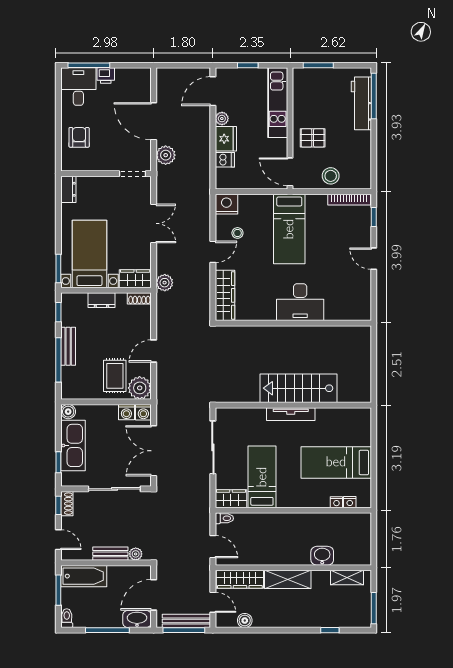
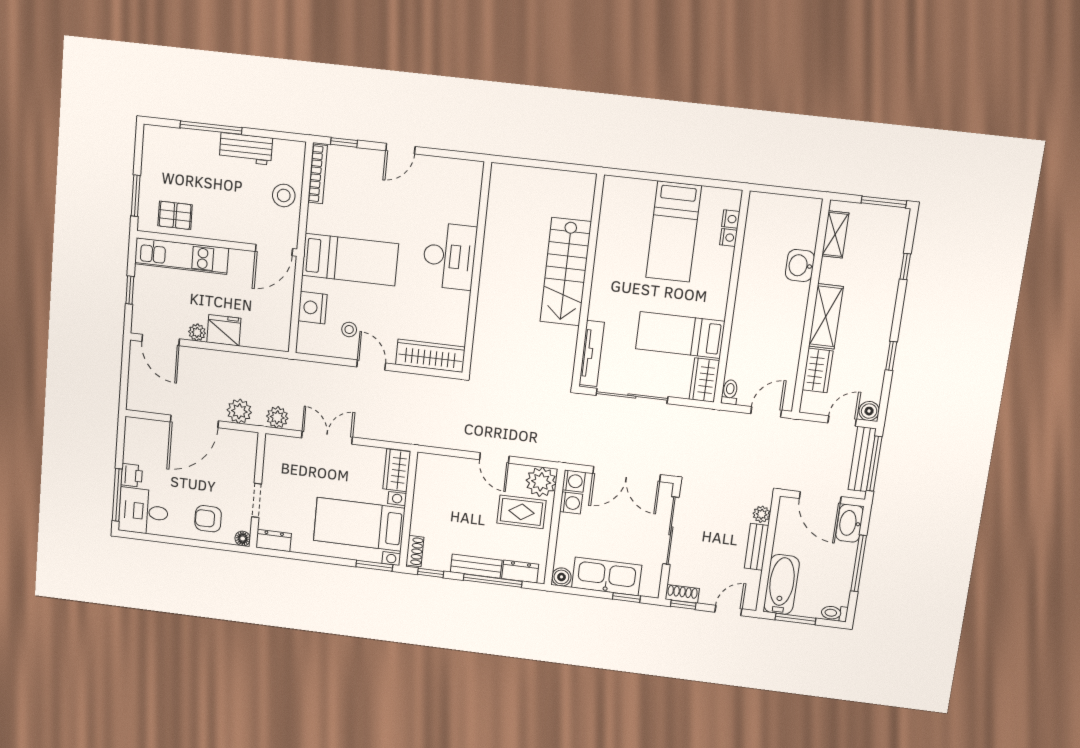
window: (374, 96) -> (211, 128), moved
workbench: (361, 103) -> (246, 149), moved, width x0.73
pallet: (313, 138) -> (175, 215), moved, turned 90
dishwasher: (225, 160) -> (251, 335), removed
floor lamp: (67, 165) -> (243, 539), added
doorway: (132, 174) -> (257, 500), moved
nightstand: (226, 204) -> (313, 308), moved
plant: (165, 283) -> (277, 417), moved
shoe rack: (139, 298) -> (415, 551), moved
dresser: (101, 300) -> (520, 571), moved, turned -90
tv unit: (291, 414) -> (592, 354), moved
wardrobe: (240, 579) -> (818, 370), width x0.67
boiler: (245, 621) -> (869, 411), moved
window: (265, 630) -> (891, 356), added

